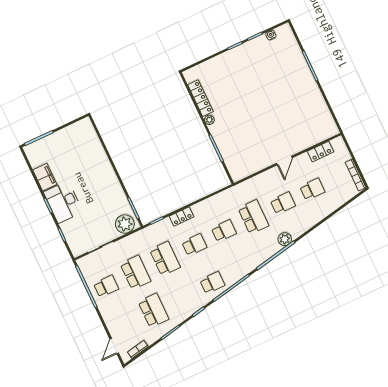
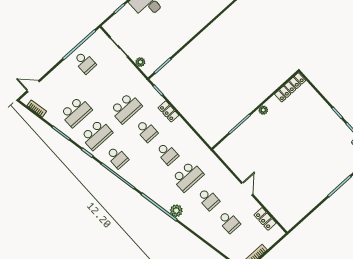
locker: (200, 98) -> (290, 87), moved
door: (284, 161) -> (247, 189), swing flipped
plant: (125, 224) -> (140, 62), width x0.53, depth x0.53
school desk: (135, 272) -> (97, 135), moved

